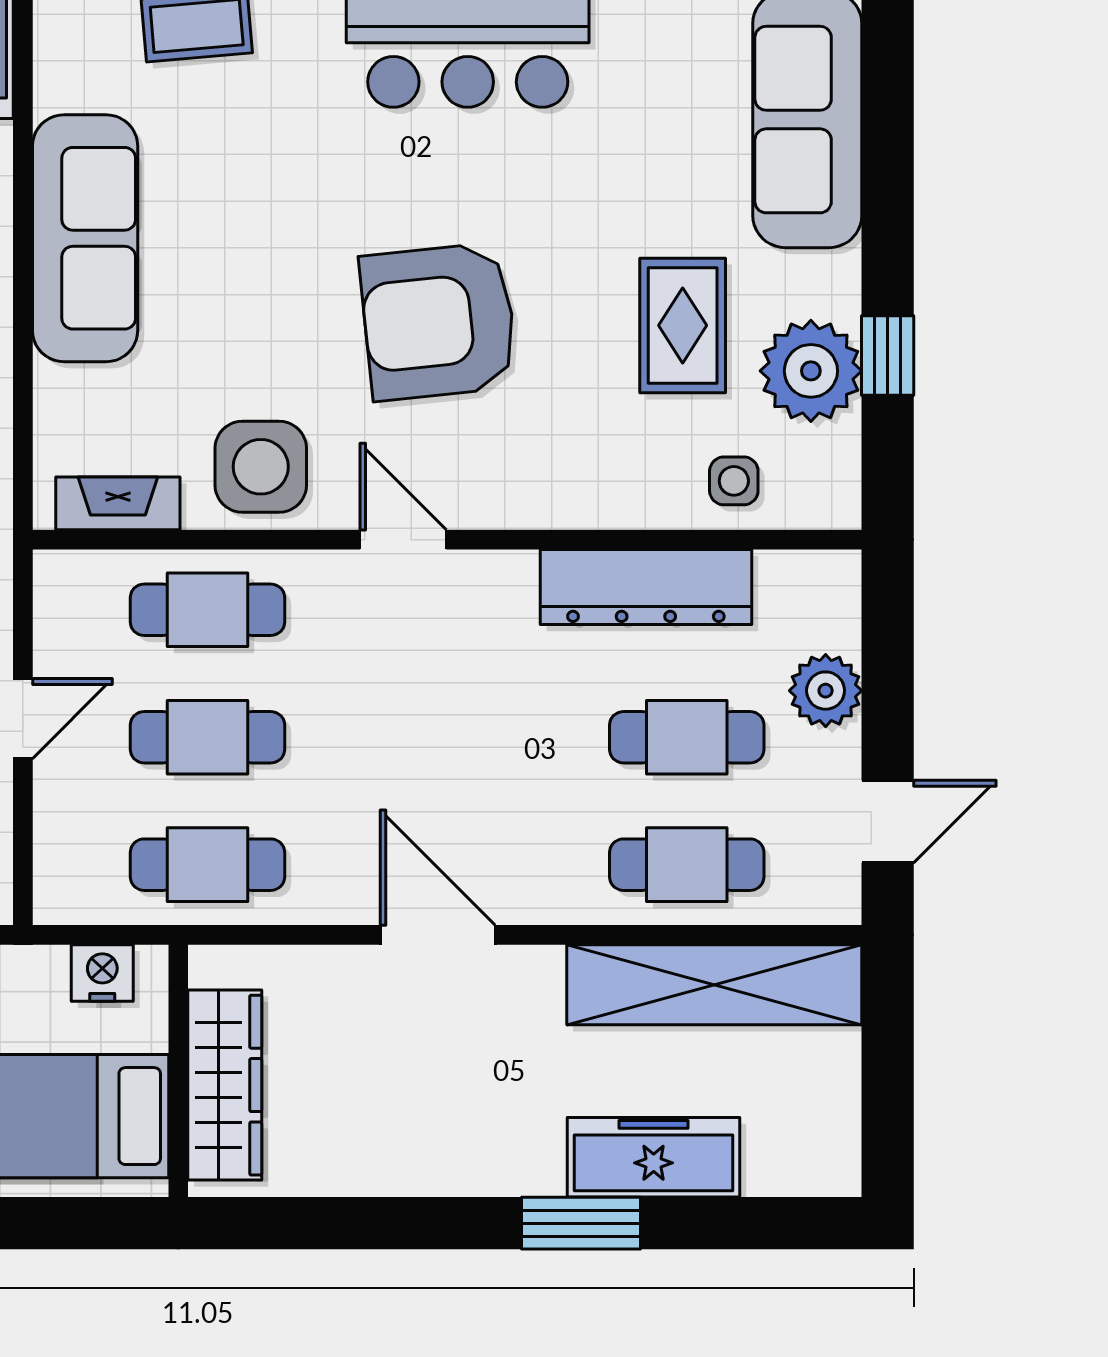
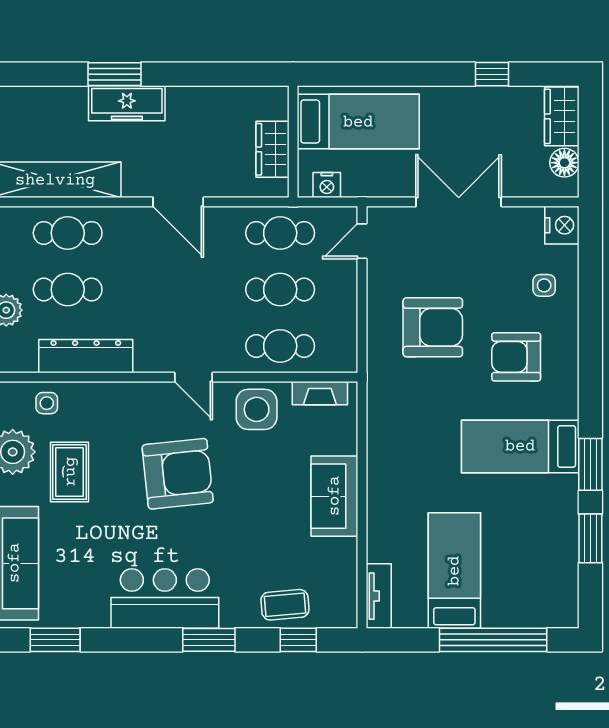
sofa: (85, 238) -> (334, 496), width x0.73
door: (23, 719) -> (362, 241), moved
wardrobe: (225, 1085) -> (273, 149), width x0.67
freezer: (654, 1157) -> (127, 103), moved

